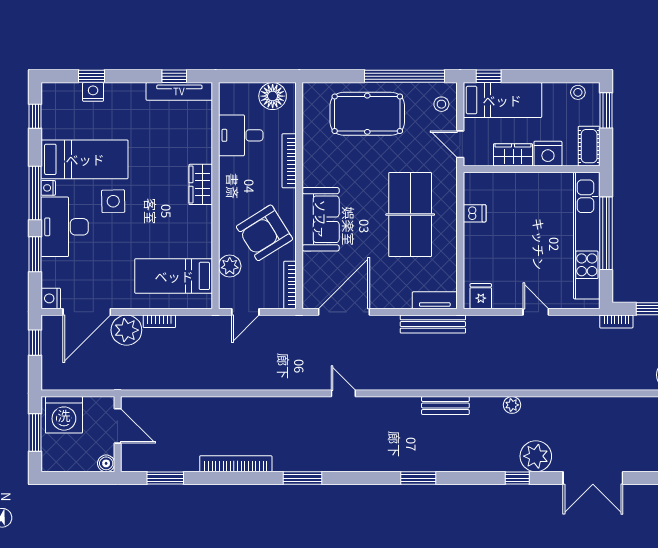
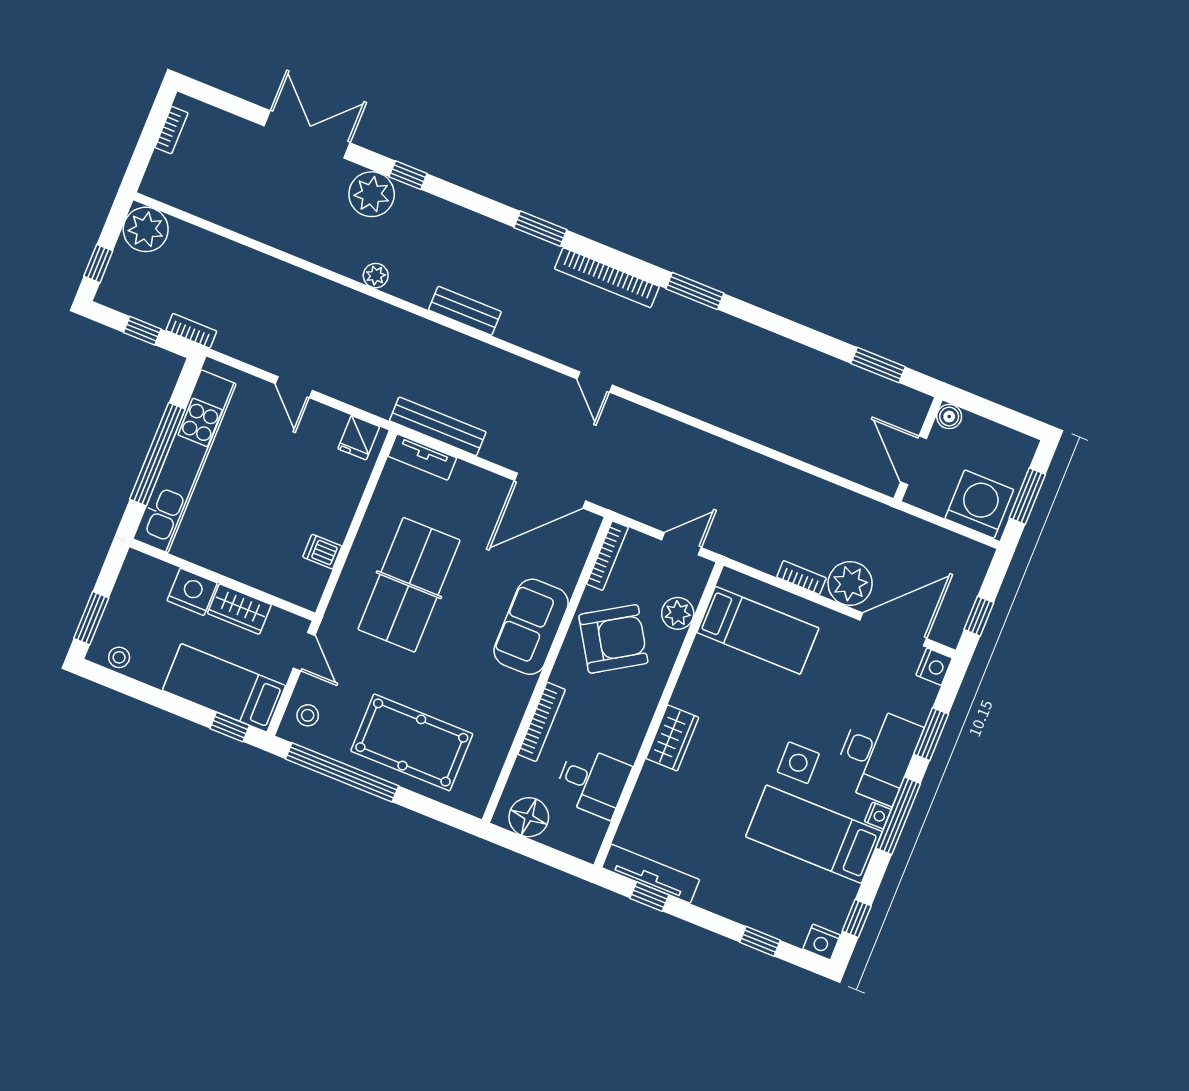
nightstand: (93, 92) -> (822, 942), moved
cot: (589, 146) -> (133, 580), removed
bookcase: (236, 464) -> (607, 278), moved

